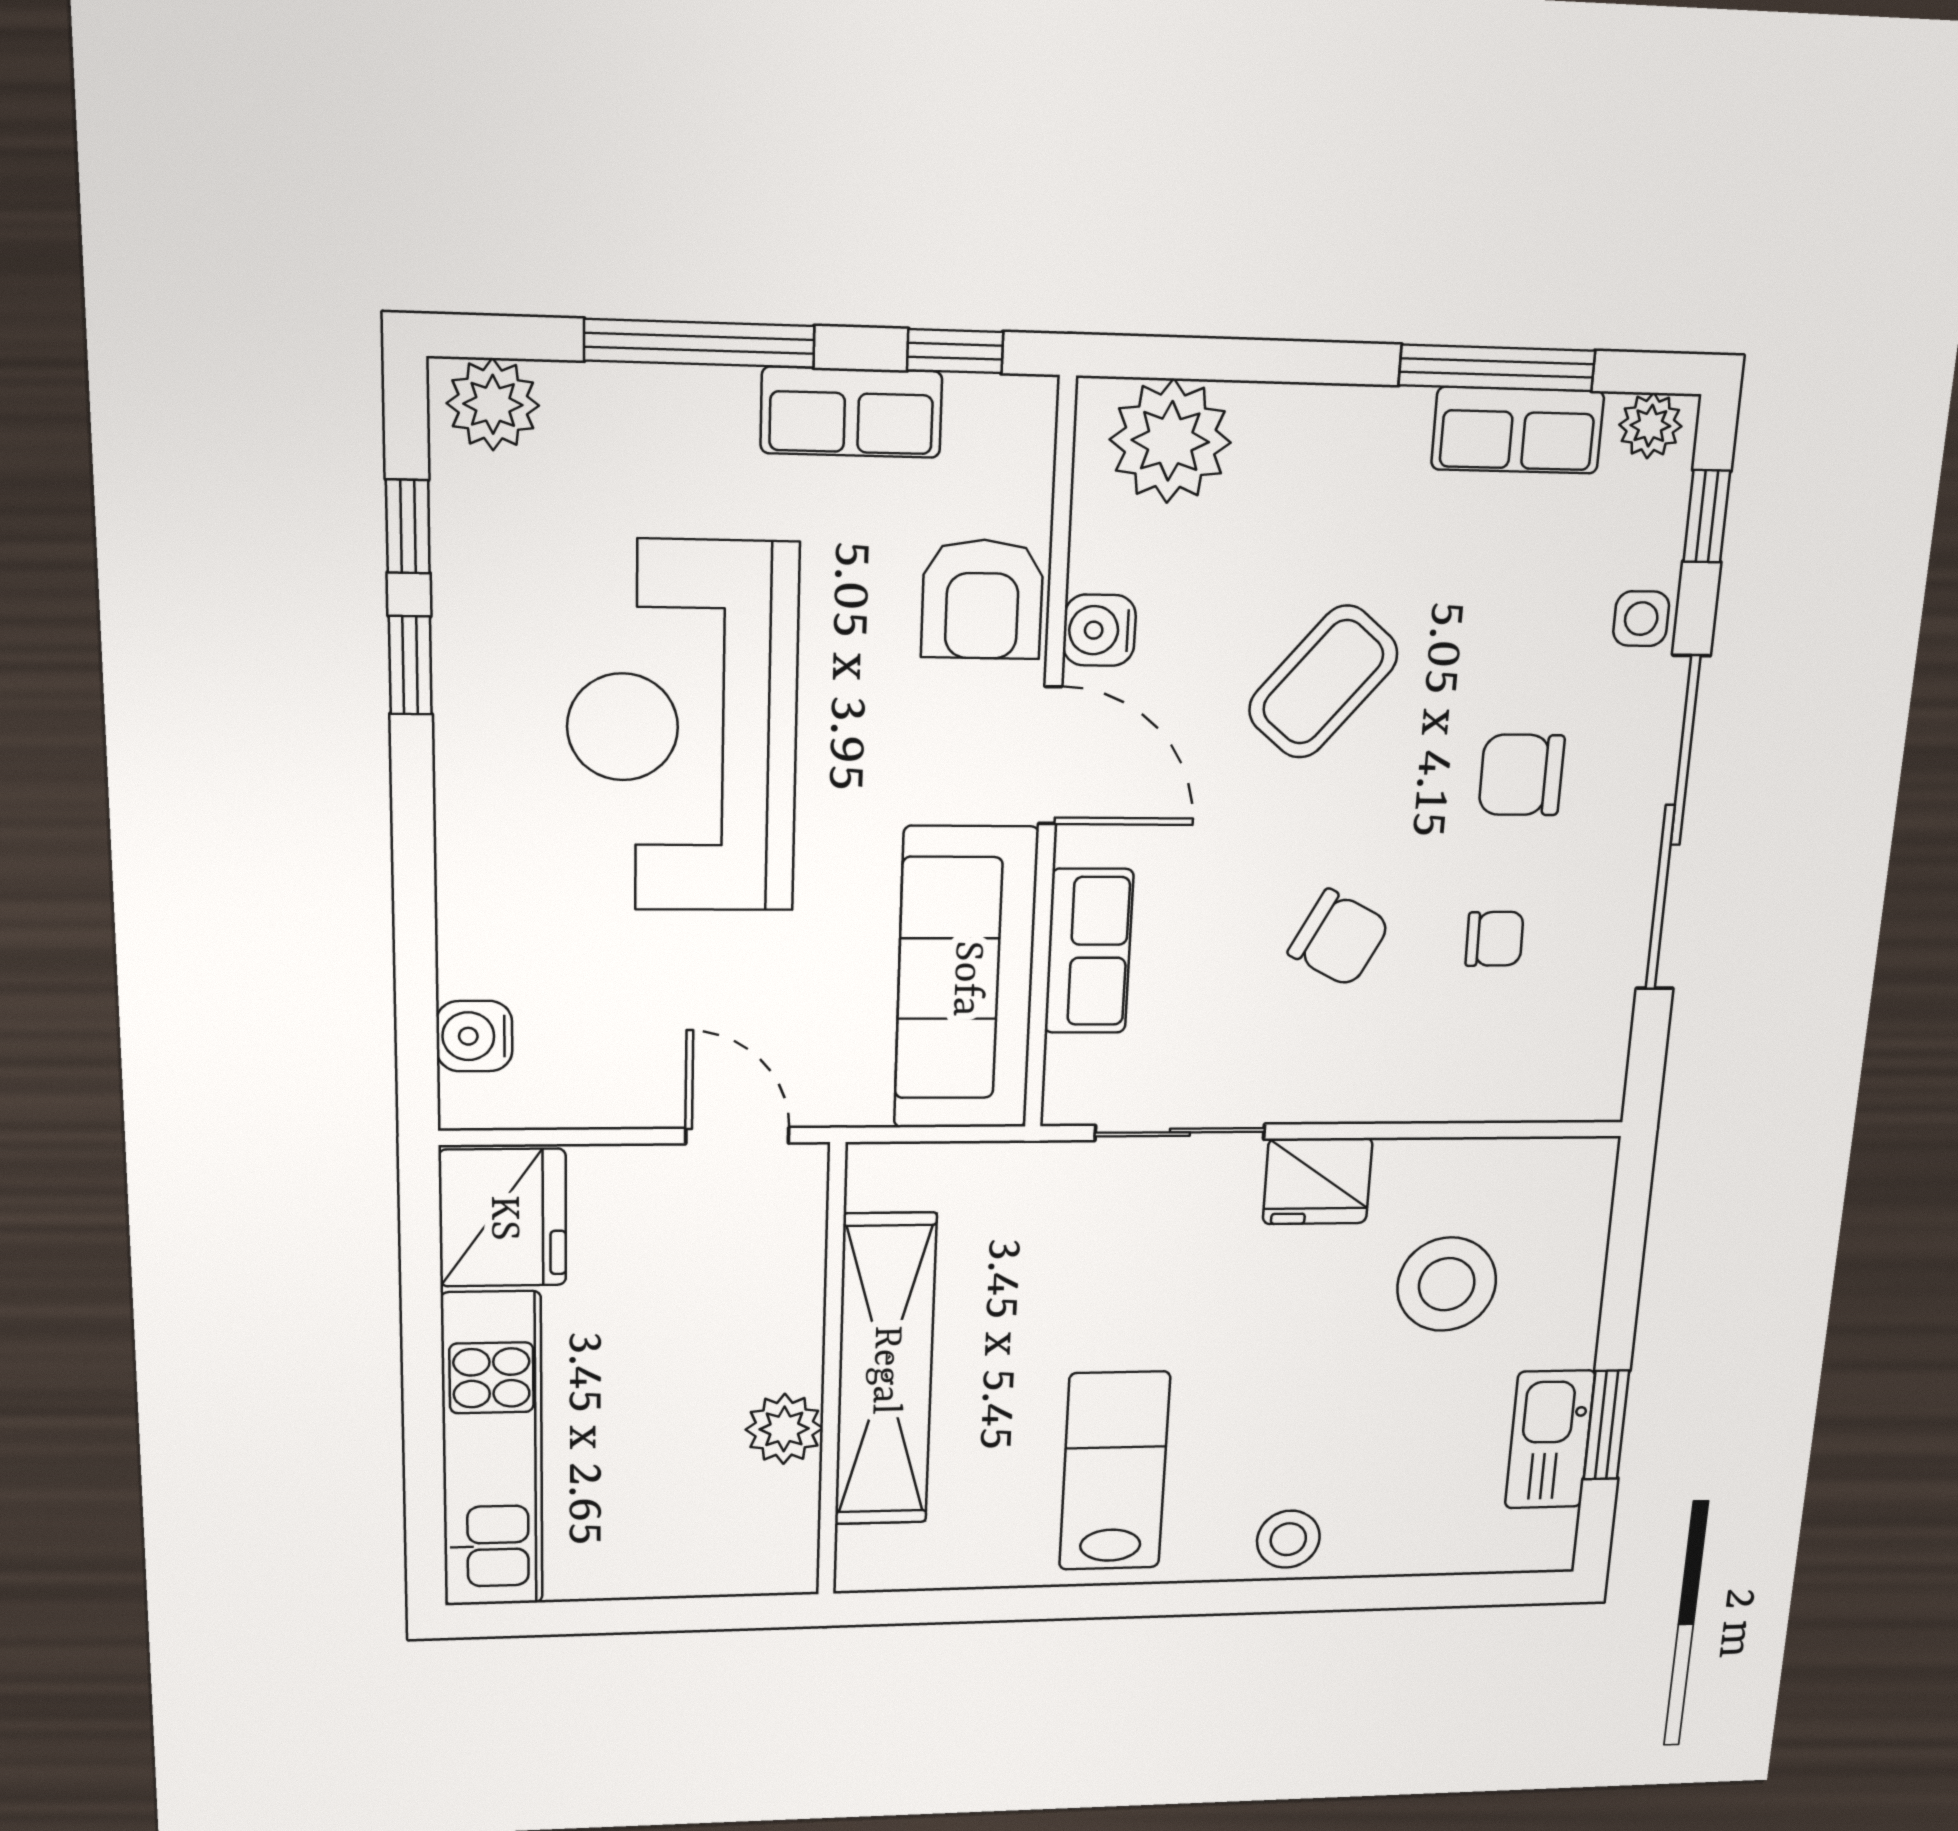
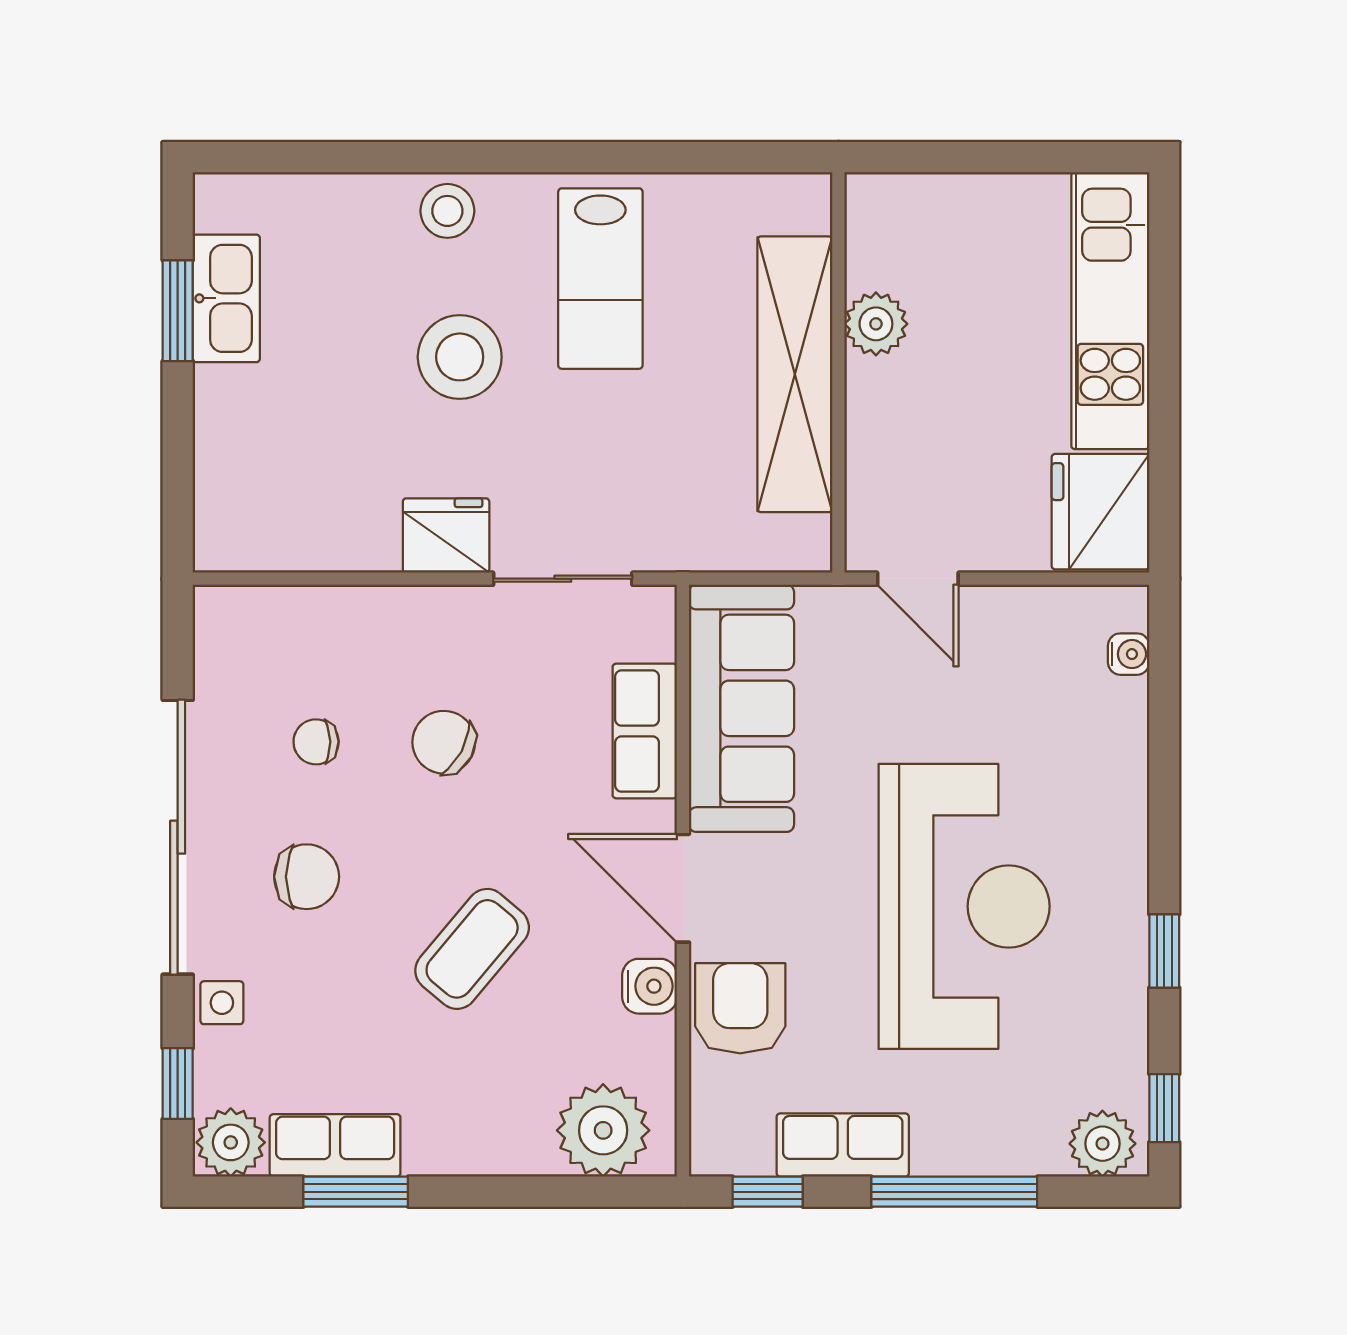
window: (1497, 368) -> (356, 1192), width x0.69
plant: (1650, 426) -> (231, 1142), width x1.38, depth x1.38
window: (408, 526) -> (1164, 1108), moved
water cooler: (474, 1036) -> (1129, 654), width x0.72, depth x0.72
stool: (1447, 1284) -> (460, 357), moved

